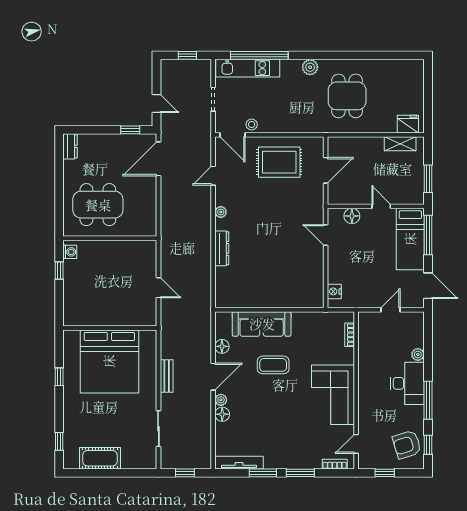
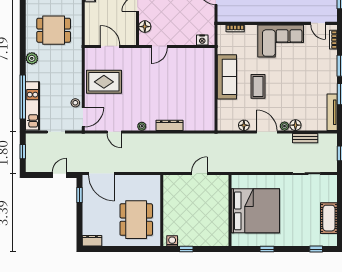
rug: (279, 162) -> (104, 82), turned 90
sofa: (262, 324) -> (227, 77), moved
bench: (167, 376) -> (305, 138), moved

